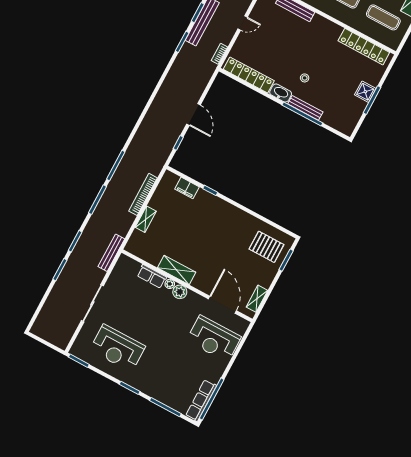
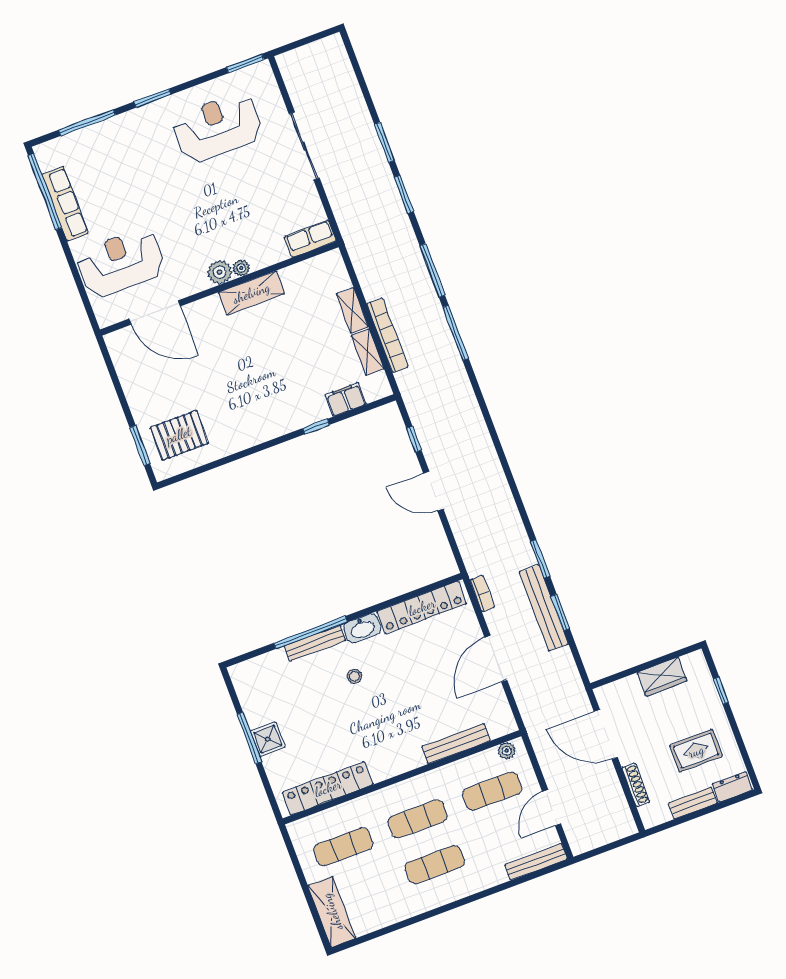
door: (243, 23) -> (496, 659), width x1.88
bench: (111, 253) -> (348, 228), removed
row of seats: (152, 276) -> (310, 239), moved
shelving: (257, 299) -> (368, 352), moved
row of seats: (201, 401) -> (65, 204), moved

